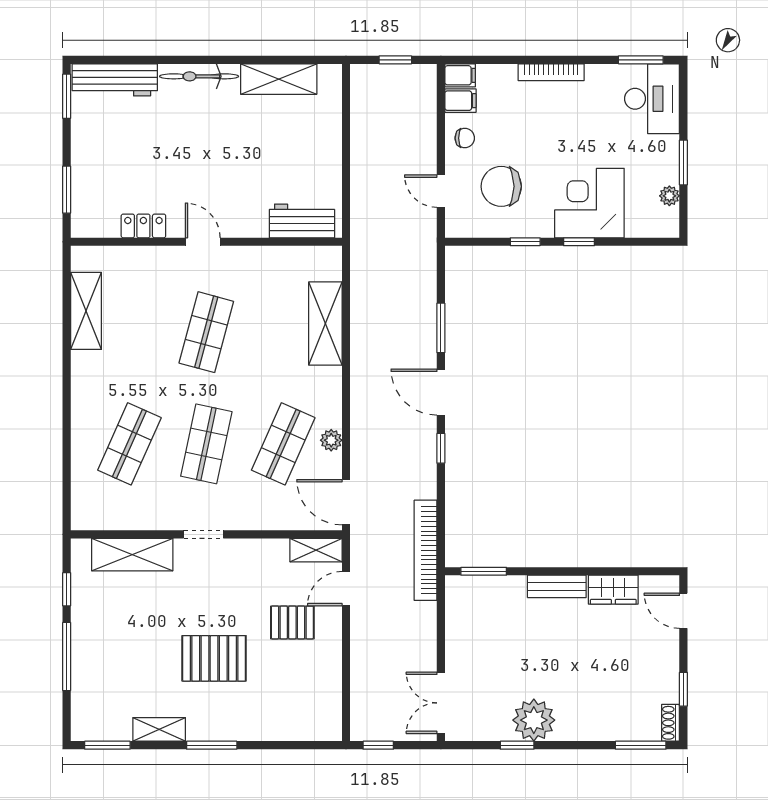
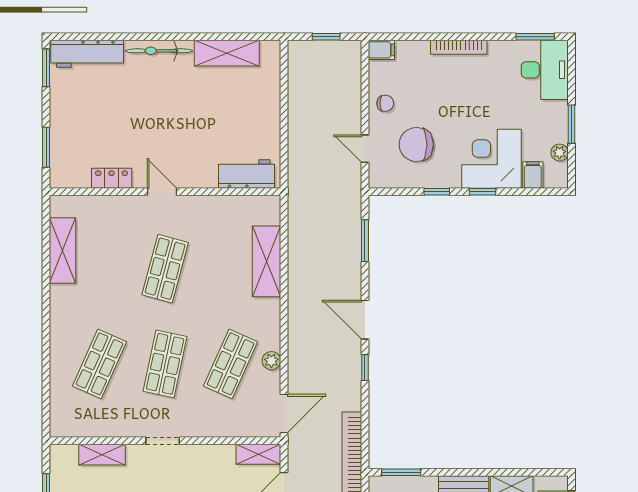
filing cabinet: (460, 101) -> (533, 175), moved, turned -90
window: (441, 328) -> (365, 241), moved
door: (346, 502) -> (284, 413), swing flipped
shelving: (132, 555) -> (102, 455), width x0.67, depth x0.75

